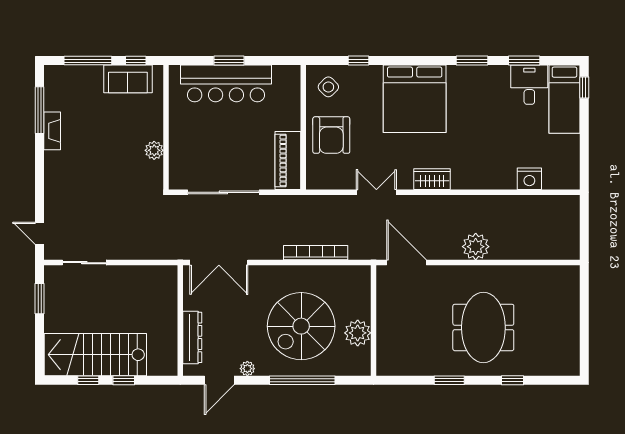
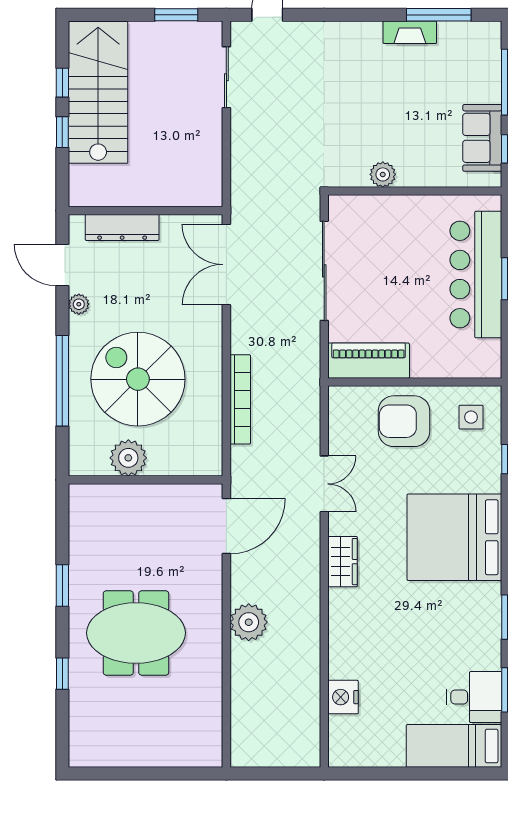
side table: (328, 87) -> (471, 417), turned 45
window: (584, 87) -> (470, 774), removed

